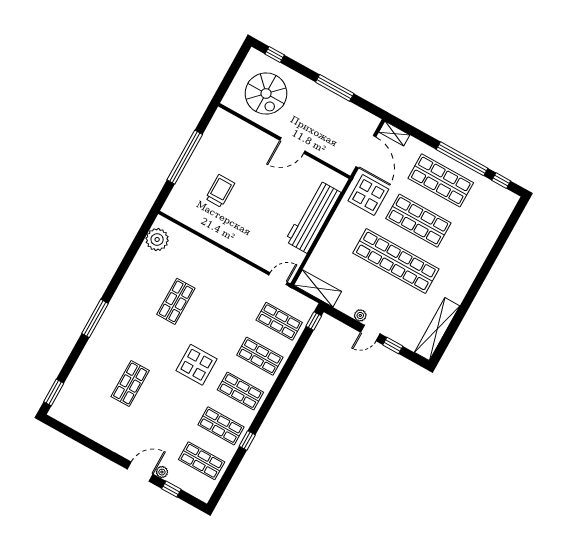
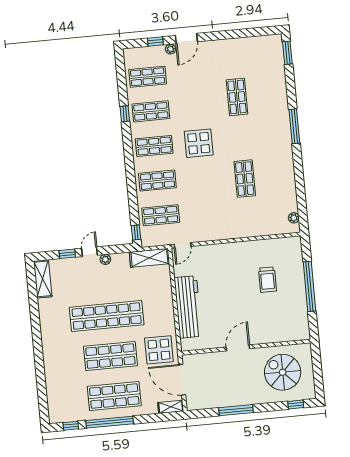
plant: (157, 240) -> (294, 218), width x0.53, depth x0.53
shelving: (437, 329) -> (43, 279), width x0.68

